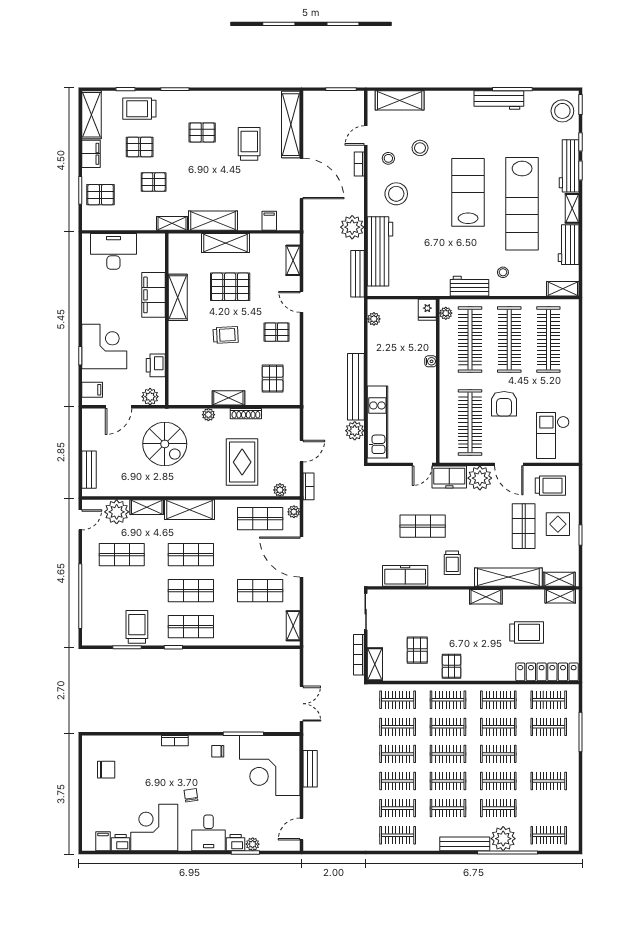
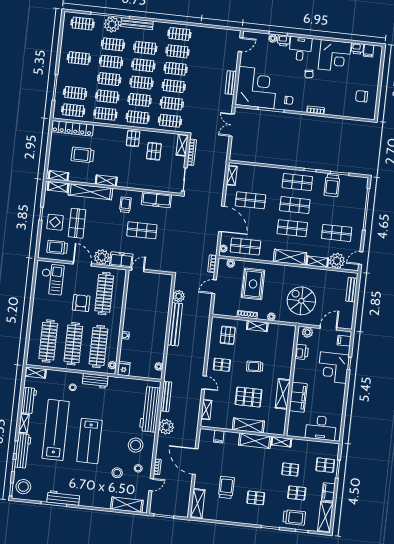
shelving: (291, 125) -> (198, 504), width x0.68
trolley: (249, 144) -> (226, 487), turned 180
kitchen unit: (377, 422) -> (164, 300), removed

